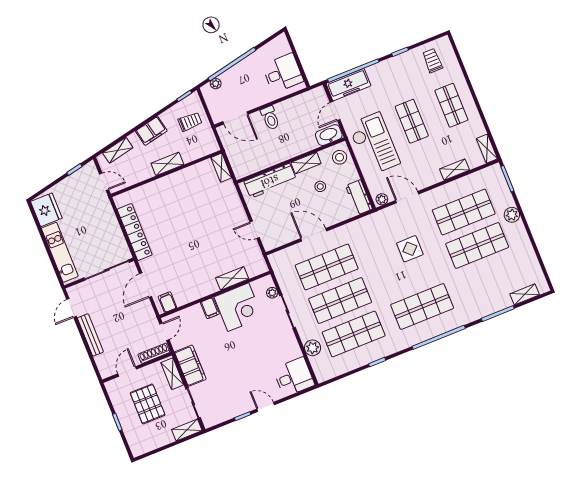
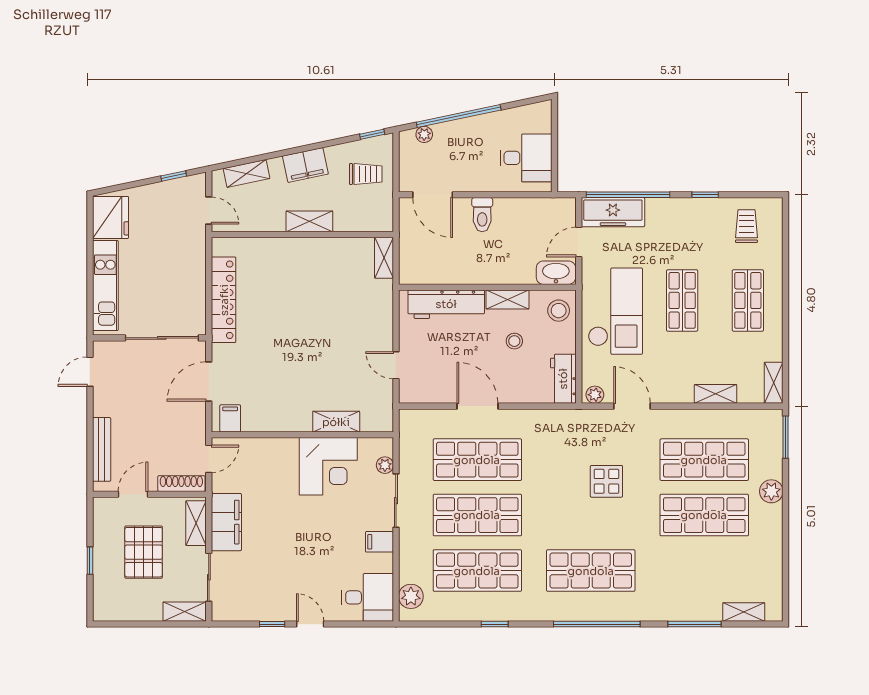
filing cabinet: (210, 308) -> (379, 542), moved, turned 90
bench: (90, 335) -> (102, 449), moved
plant: (313, 348) -> (411, 596), moved

